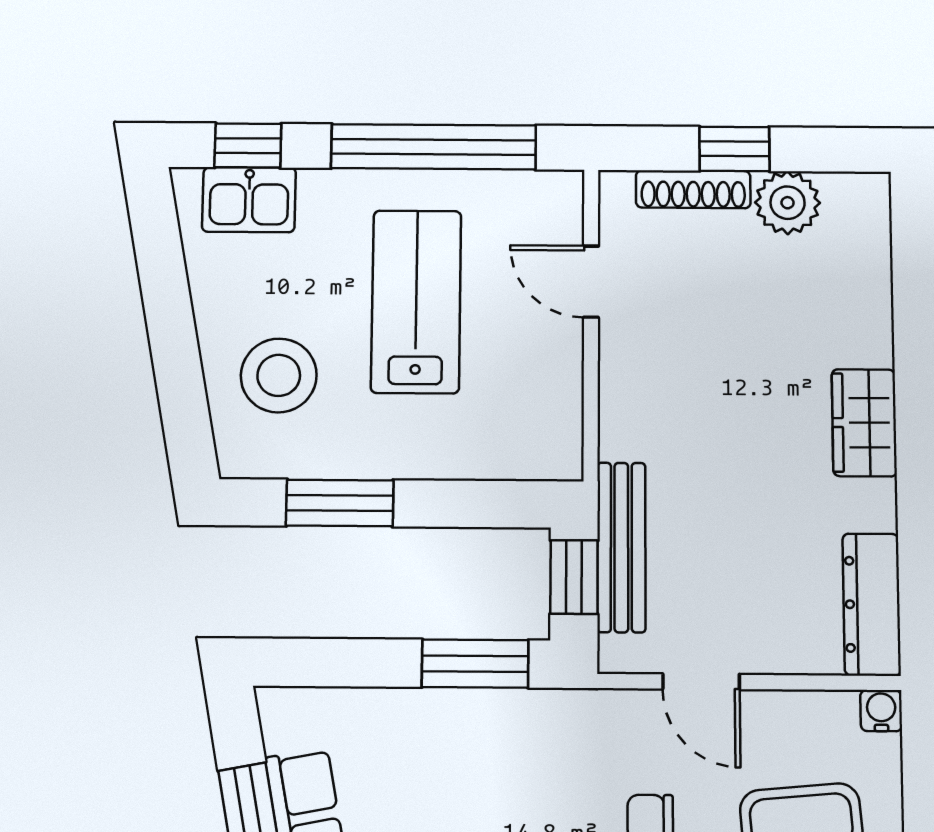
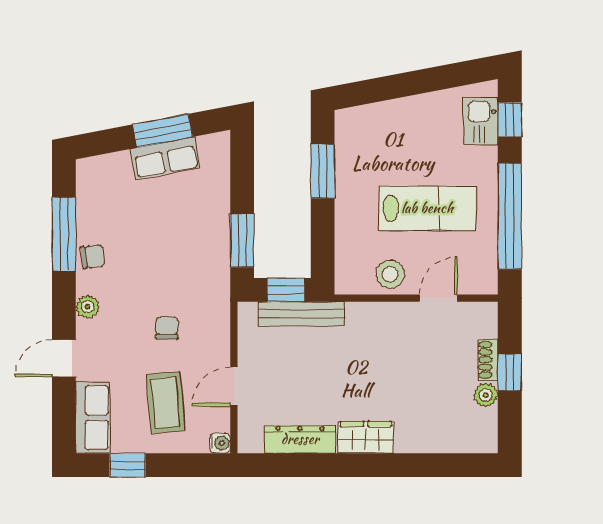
shoe rack: (693, 189) -> (488, 360), width x0.70
plant: (788, 203) -> (486, 395), width x0.73, depth x0.73
stool: (279, 375) -> (390, 274), moved, width x0.73, depth x0.73
dresser: (872, 604) -> (300, 439), moved
door: (701, 682) -> (234, 386), moved

